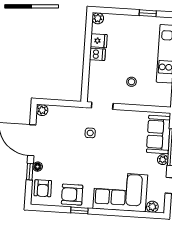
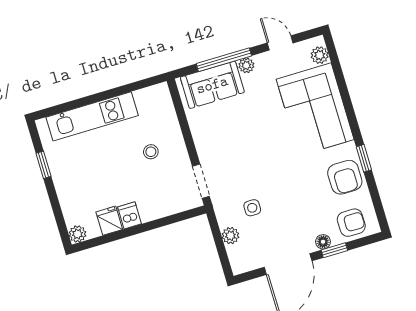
plant: (42, 110) -> (230, 236), moved
side table: (90, 133) -> (252, 208), moved

